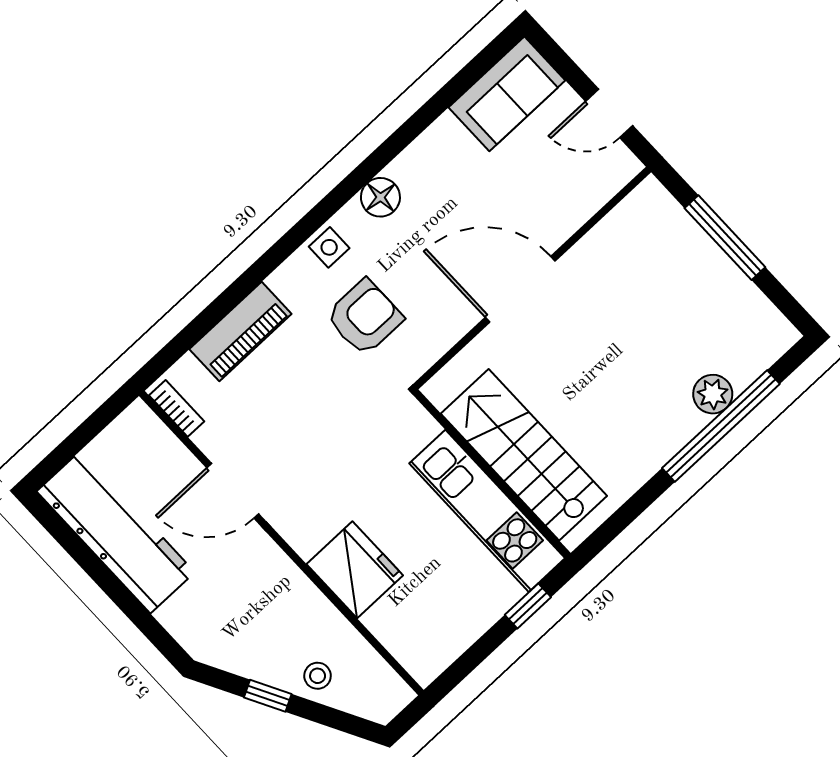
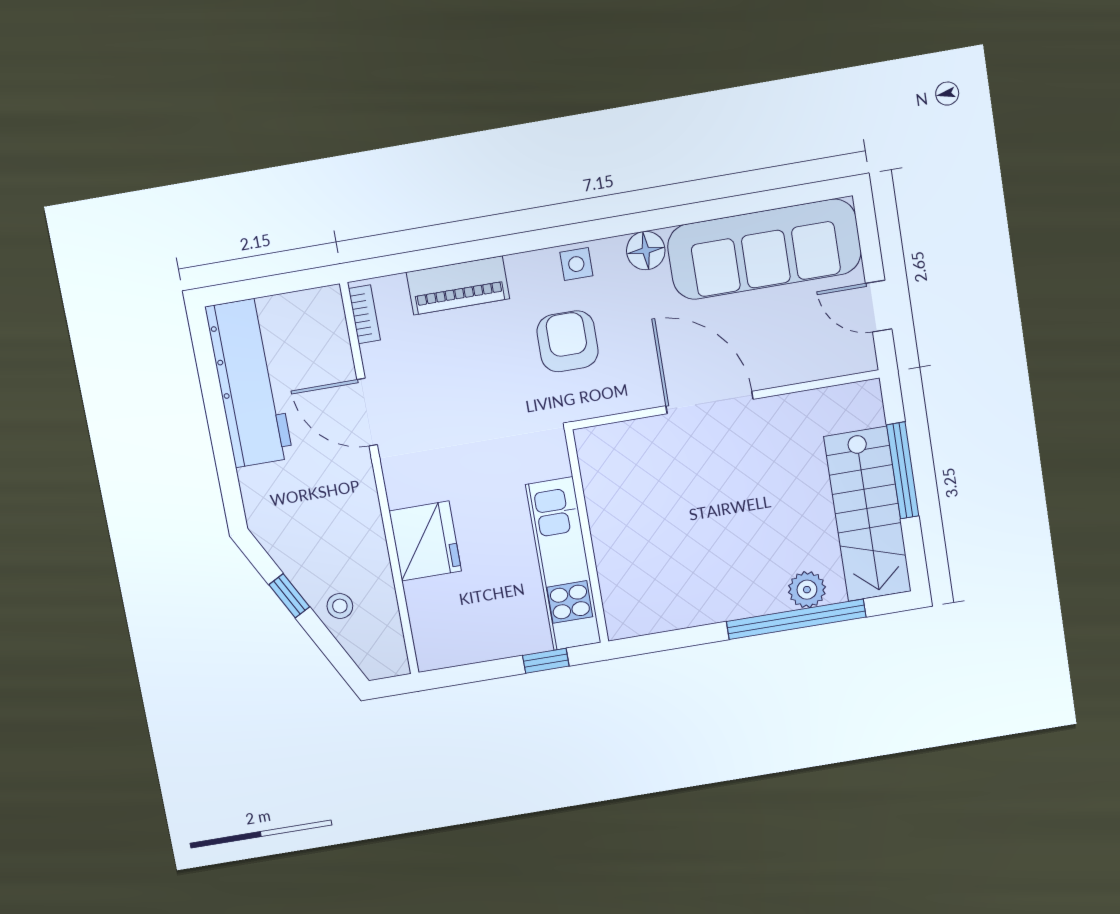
sofa: (507, 94) -> (764, 249), width x1.85, depth x1.27
armchair: (365, 317) -> (568, 341), turned -90
stairs: (524, 455) -> (868, 514), moved, turned 180

